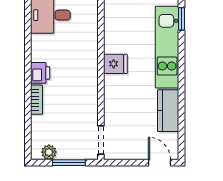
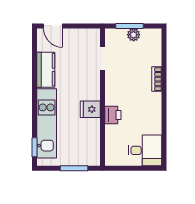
printer: (40, 73) -> (113, 115), moved, turned 180
doorway: (101, 140) -> (102, 58), moved
plant: (49, 152) -> (134, 35), moved

